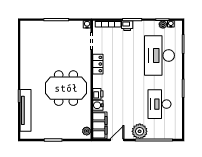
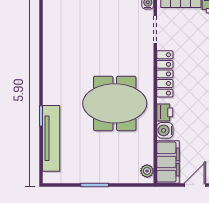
locker: (98, 64) -> (165, 74), width x1.53

